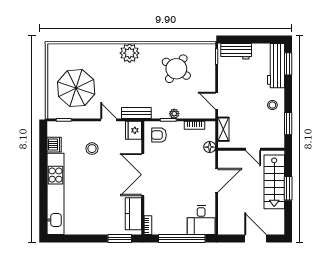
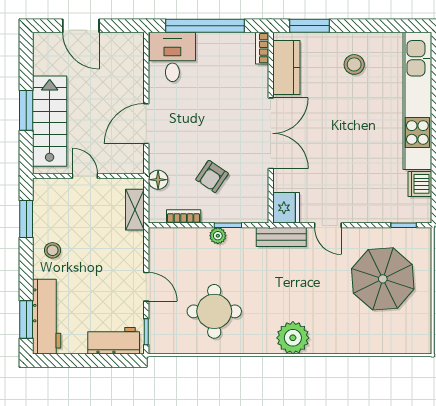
round table: (176, 69) -> (214, 311), turned -34
door: (217, 101) -> (146, 287), moved
armchair: (159, 135) -> (212, 176), moved, turned 124
stool: (92, 149) -> (354, 64), moved

